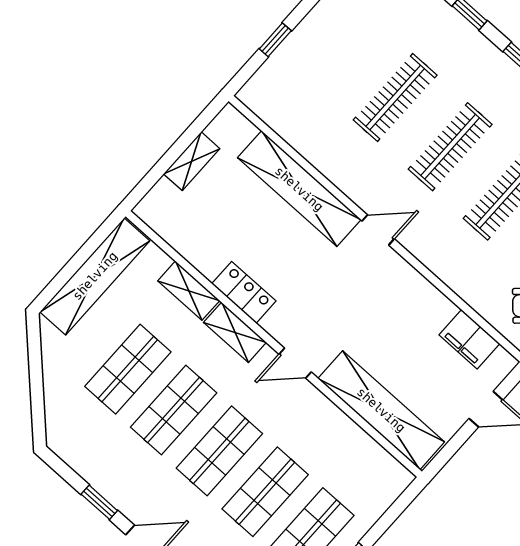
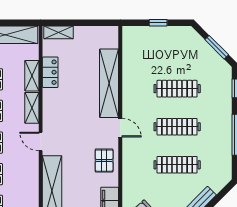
shelving: (192, 161) -> (59, 32), moved
locker: (244, 292) -> (50, 72), moved
pallet: (405, 296) -> (104, 161), added

